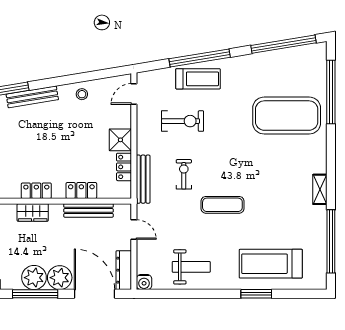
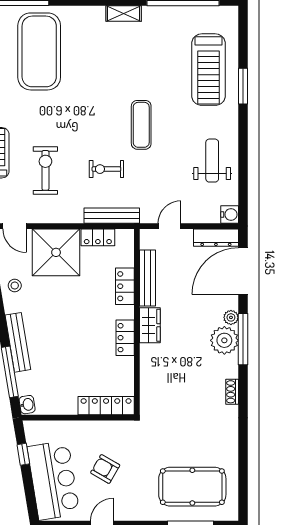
shower: (120, 140) -> (56, 252), width x1.86, depth x1.86
wardrobe: (33, 212) -> (150, 325), moved
plant: (60, 278) -> (231, 317), width x0.53, depth x0.53

